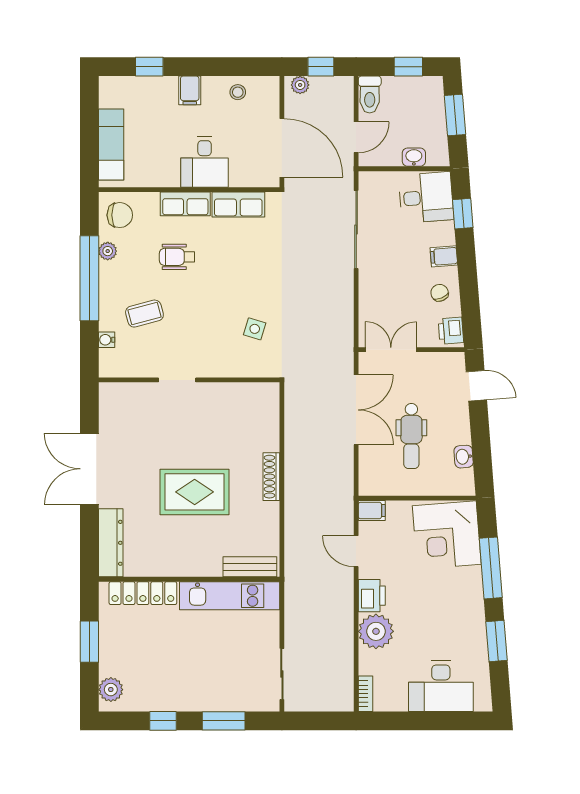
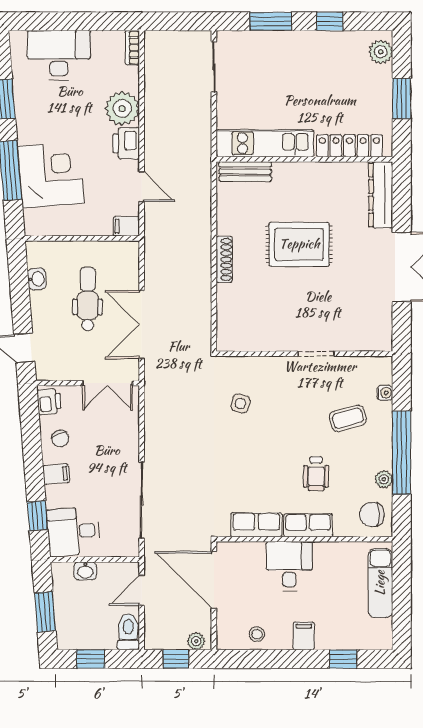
wheelchair: (177, 257) -> (316, 474), turned 90
corner desk: (447, 535) -> (51, 175), moved

